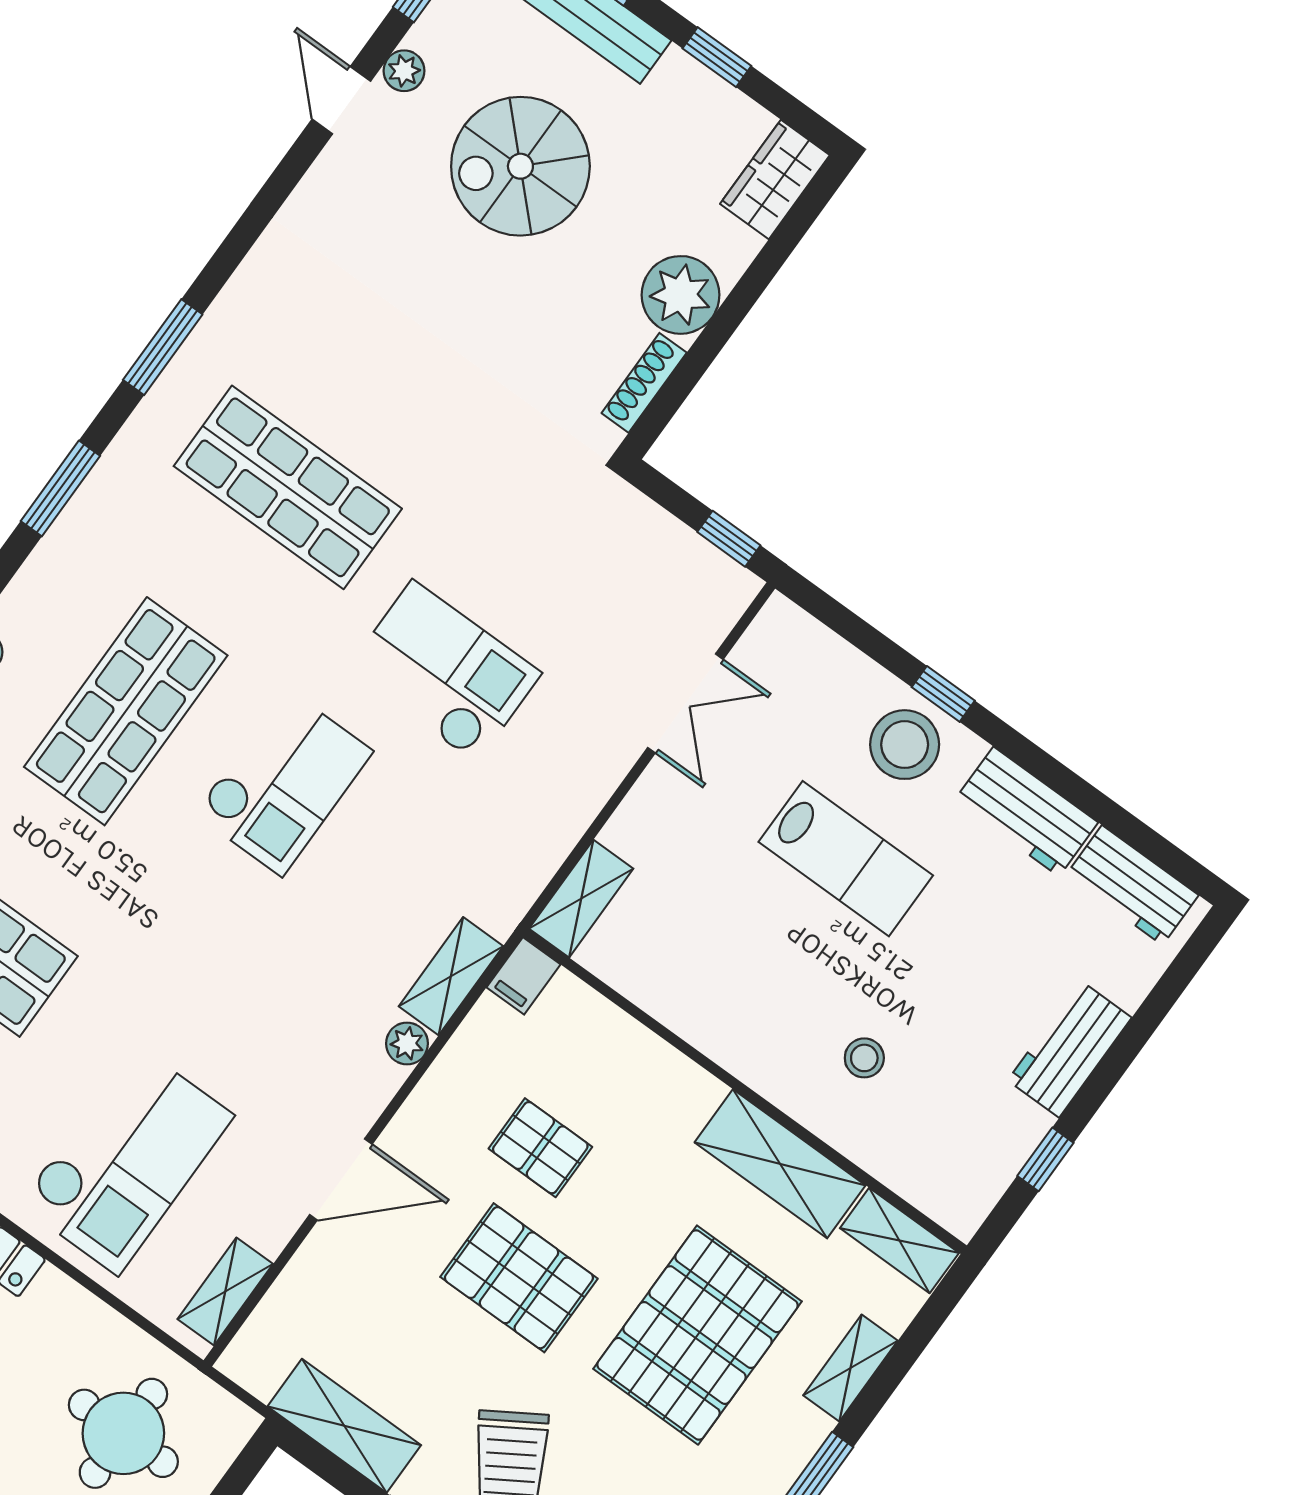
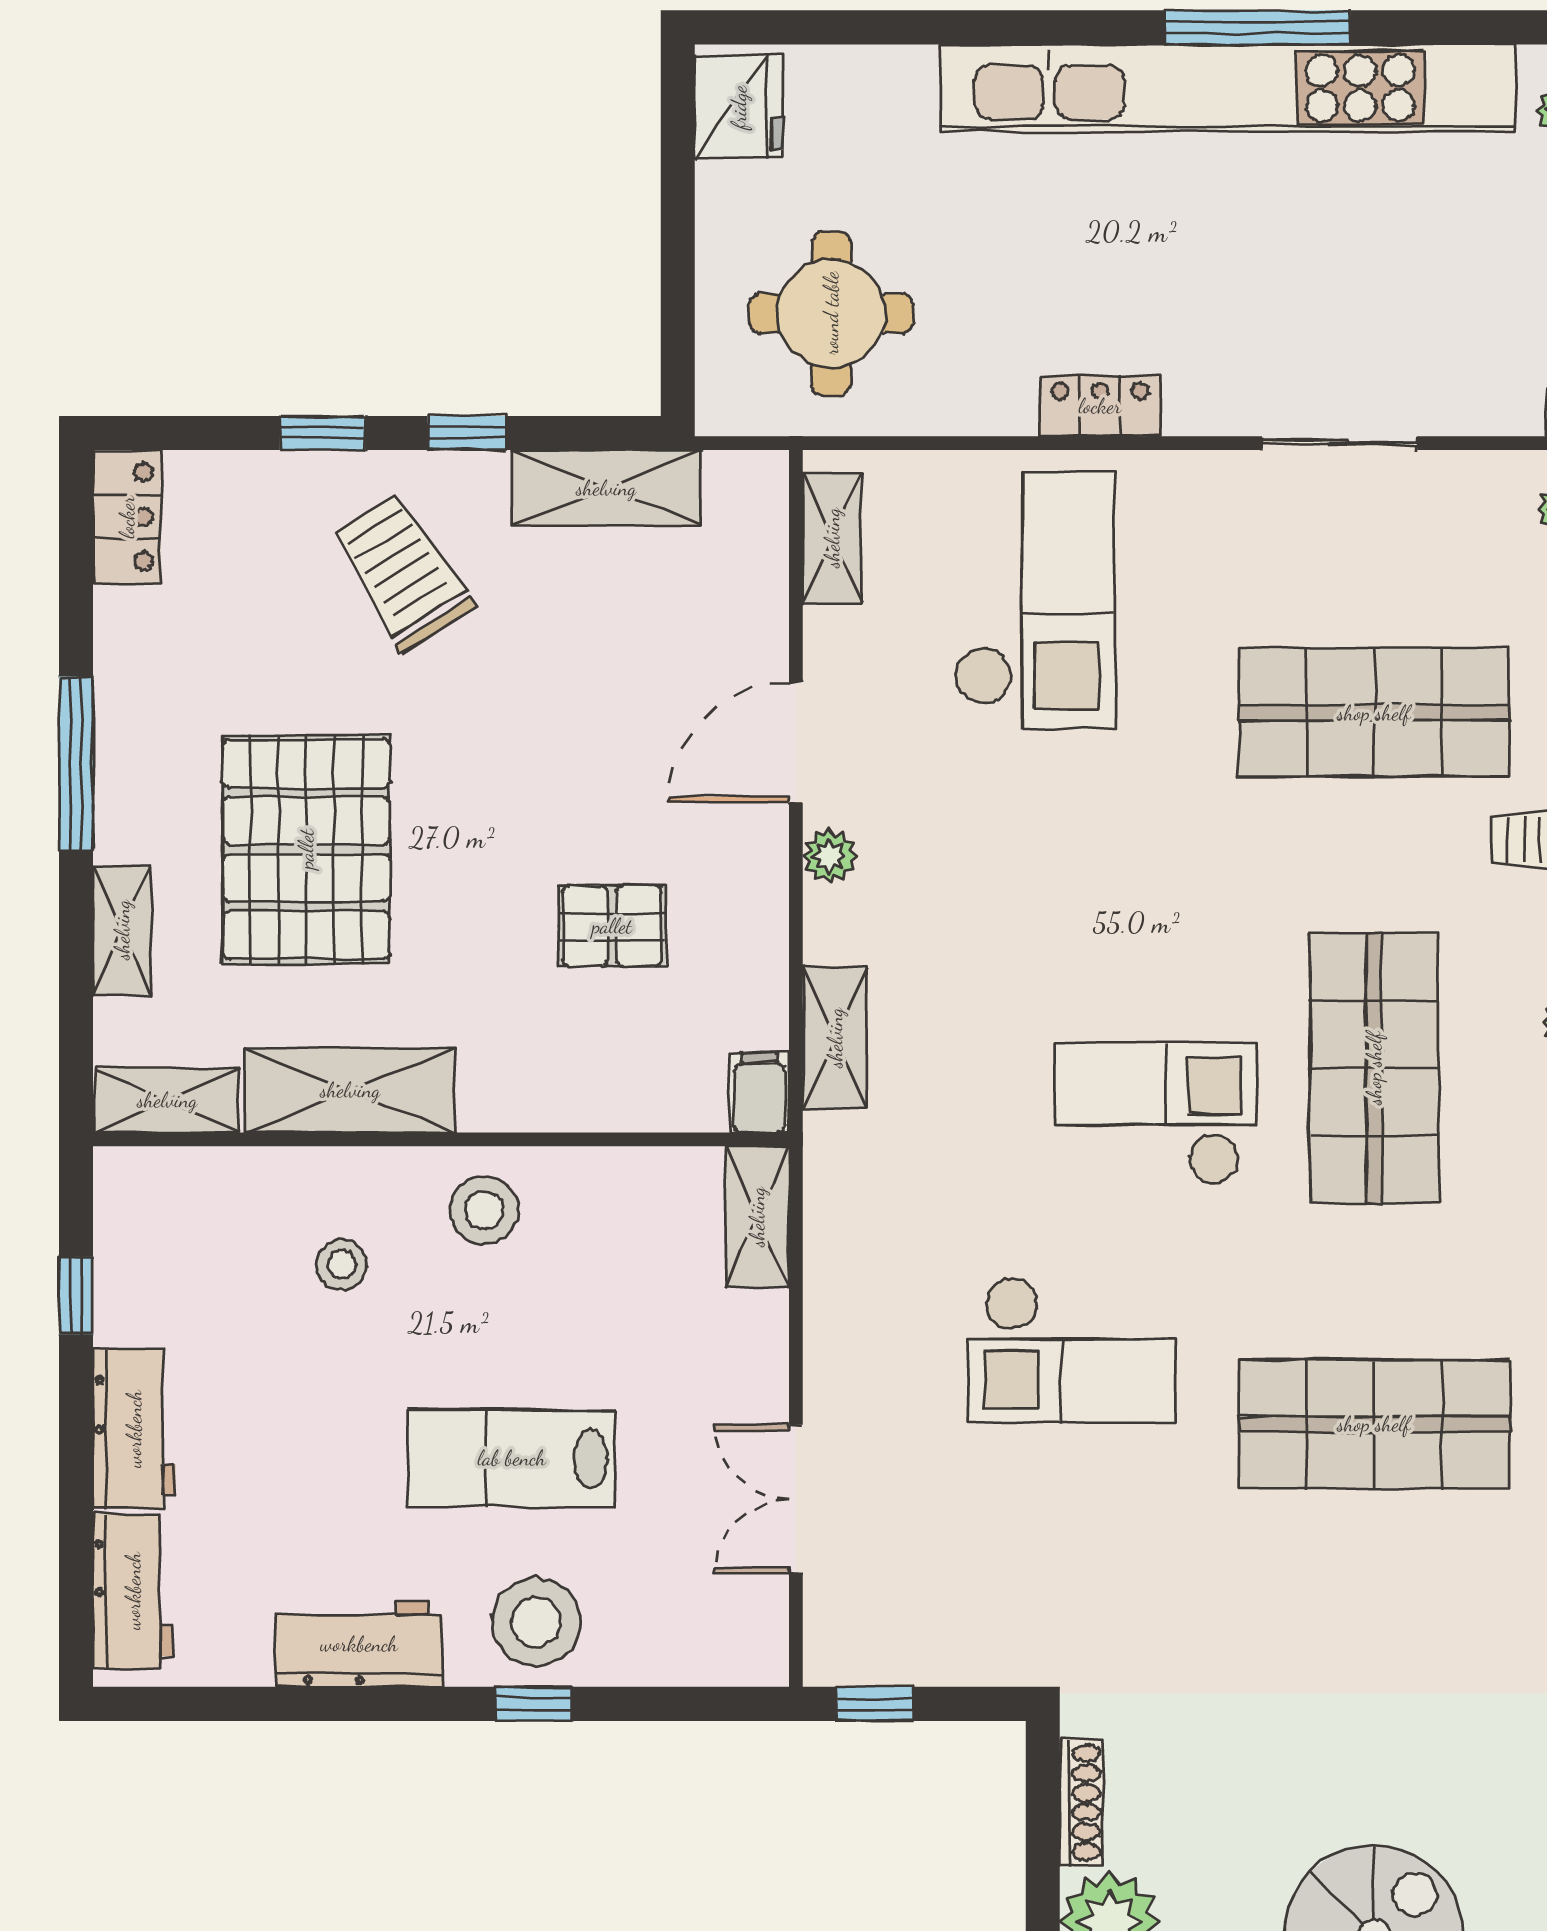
checkout: (284, 782) -> (1156, 1114), turned 90
workbench: (1132, 885) -> (133, 1591), moved, turned 90
stool: (750, 1027) -> (484, 1210), added
plant: (407, 1043) -> (830, 856), moved
checkout: (127, 1160) -> (1035, 601), turned 180
pallet: (519, 1278) -> (536, 774), removed

